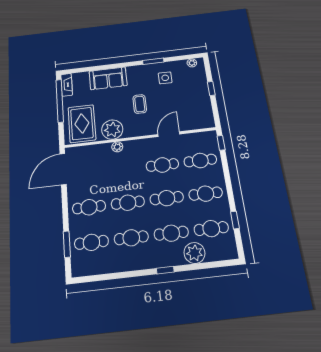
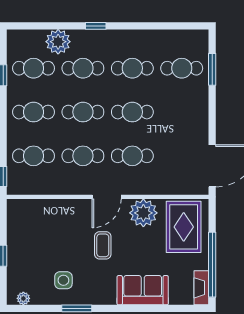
door: (169, 134) -> (107, 197), moved
plant: (117, 147) -> (139, 188), removed
cafe table: (89, 207) -> (132, 156), moved

